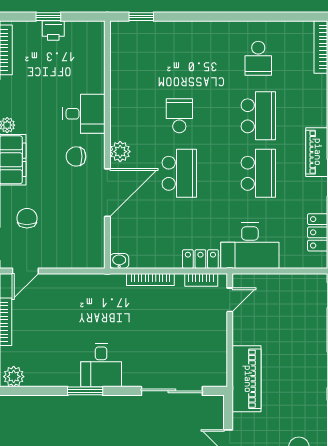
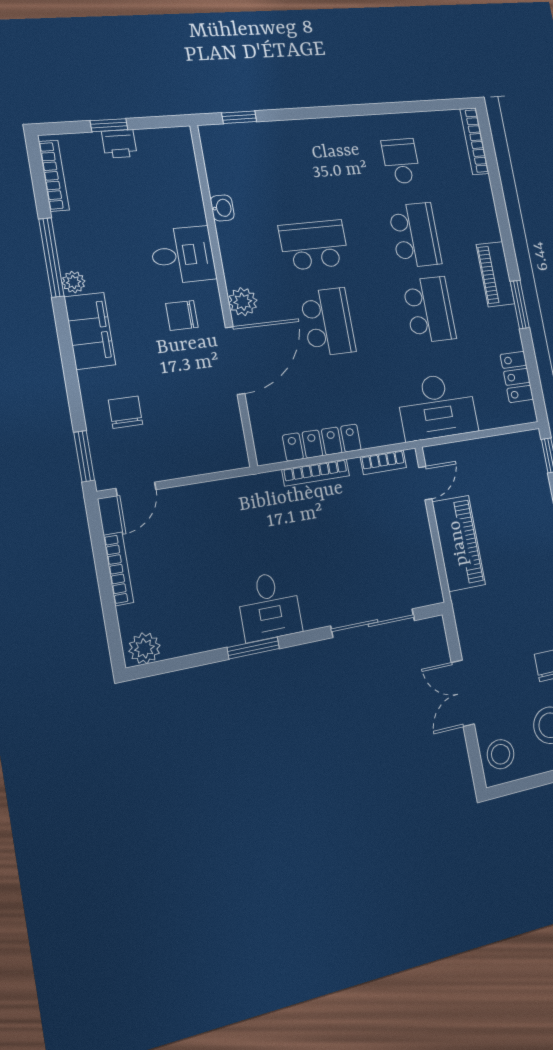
school desk: (258, 58) -> (401, 161), turned 180
school desk: (179, 116) -> (314, 245), width x1.85
locker: (200, 259) -> (322, 442), moved, width x1.53
washbasin: (119, 261) -> (222, 208), moved, turned 90
piano: (247, 379) -> (459, 543), moved

